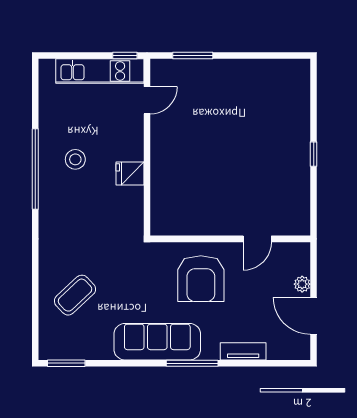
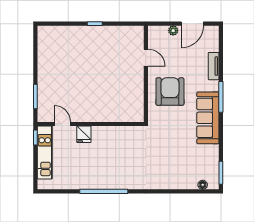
stool: (75, 159) -> (98, 167), removed
fridge: (130, 174) -> (84, 134), moved
armchair: (201, 279) -> (170, 92), turned -90
coffee table: (75, 295) -> (180, 167), removed
floor lamp: (46, 333) -> (203, 185), added

